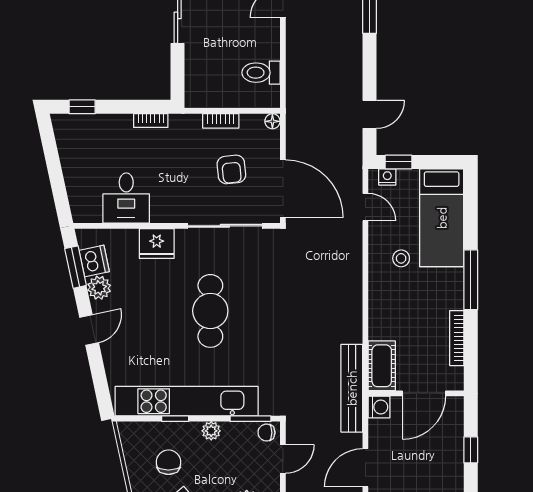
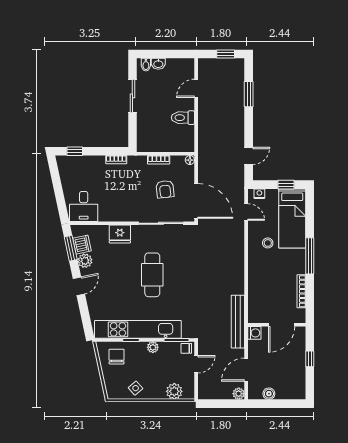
toilet: (261, 73) -> (183, 118), moved
window: (399, 162) -> (286, 185), moved
desk: (126, 198) -> (84, 206), moved
cot: (382, 366) -> (256, 308), removed
chair: (168, 462) -> (117, 357), moved

